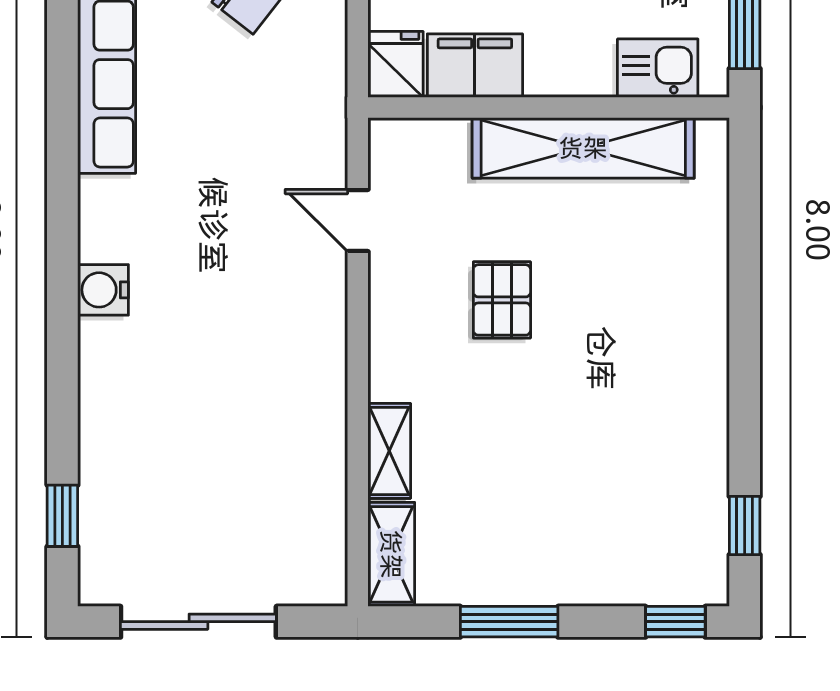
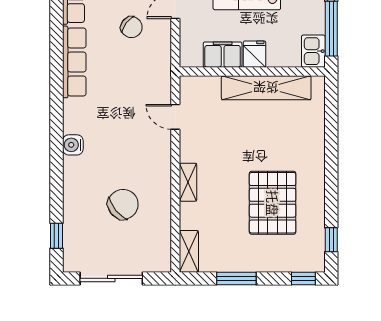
fridge: (396, 64) -> (255, 54), moved
kitchen sink: (658, 68) -> (313, 51), moved, turned -90
pallet: (502, 300) -> (273, 203), moved, width x2.05, depth x2.00
chair: (228, 438) -> (123, 204), added
shelving: (389, 451) -> (188, 182), moved

